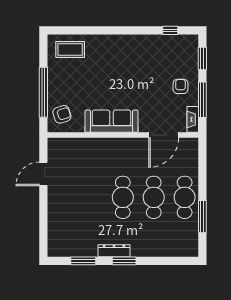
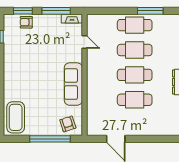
coffee table: (70, 49) -> (16, 117), width x1.36, depth x1.32
armchair: (180, 86) -> (26, 22), moved
door: (164, 135) -> (85, 42), width x0.53
cafe table: (92, 197) -> (135, 100), added

